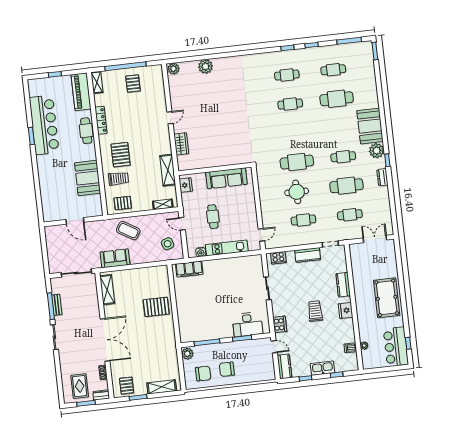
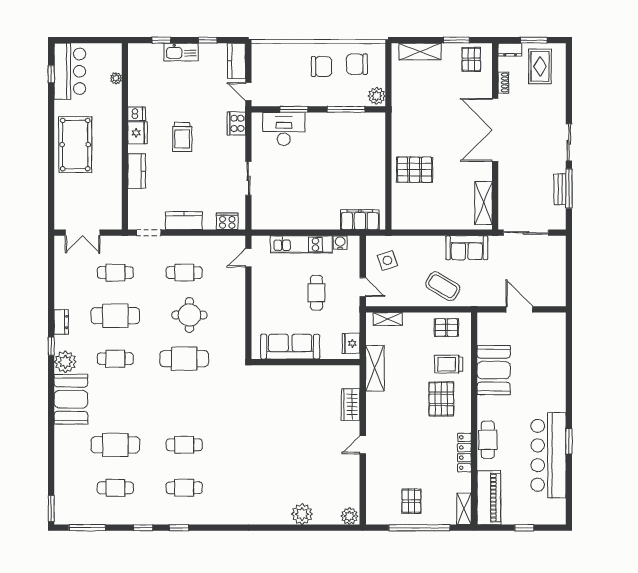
dishwasher: (350, 348) -> (137, 114), moved

